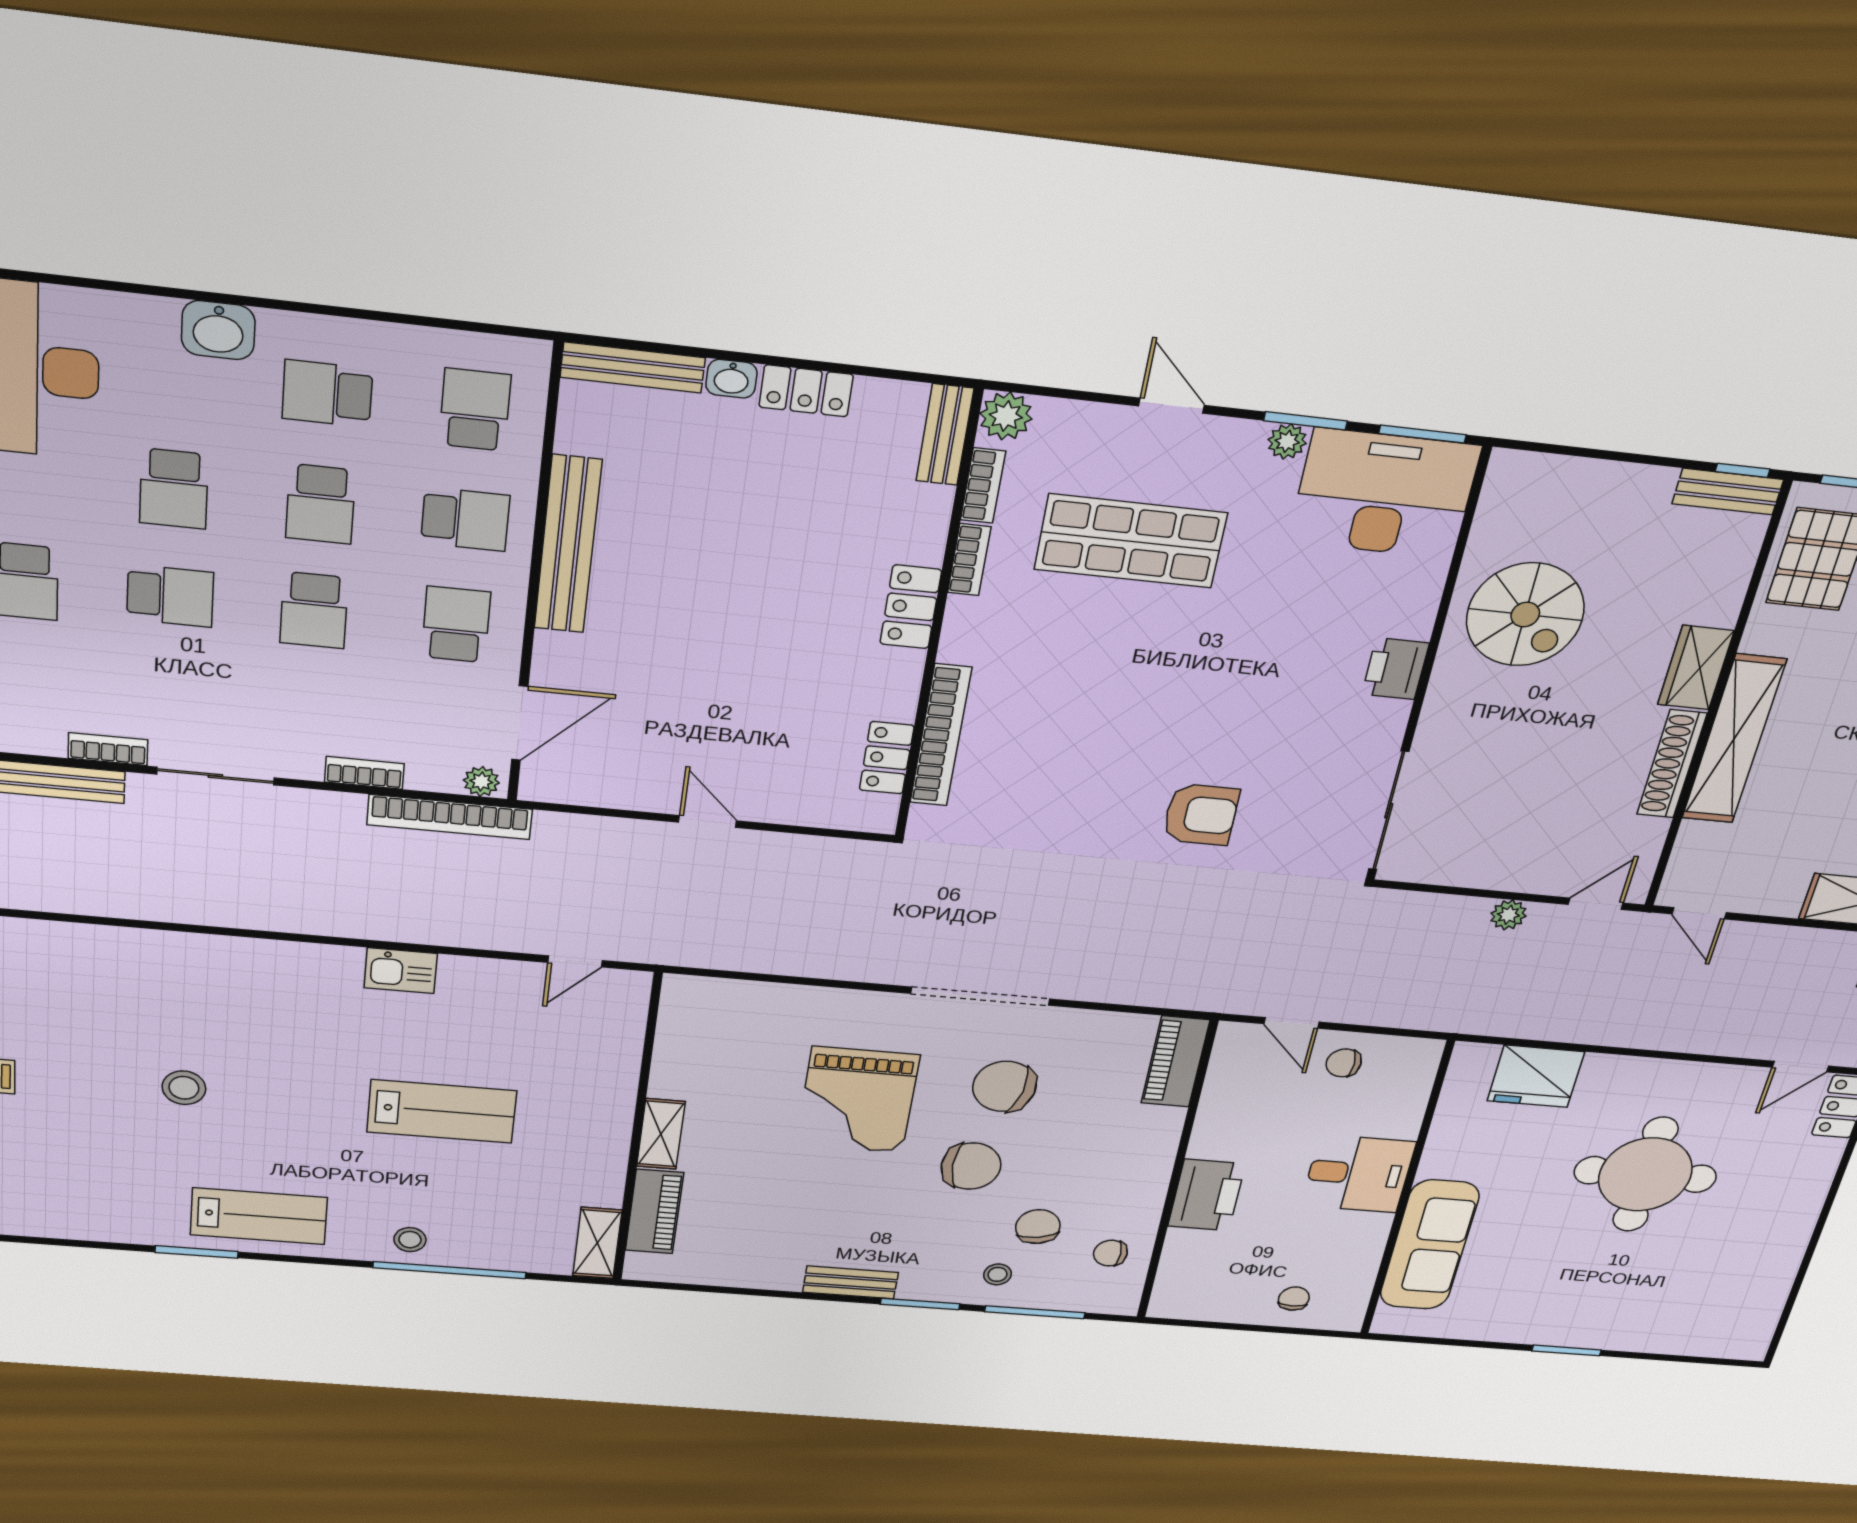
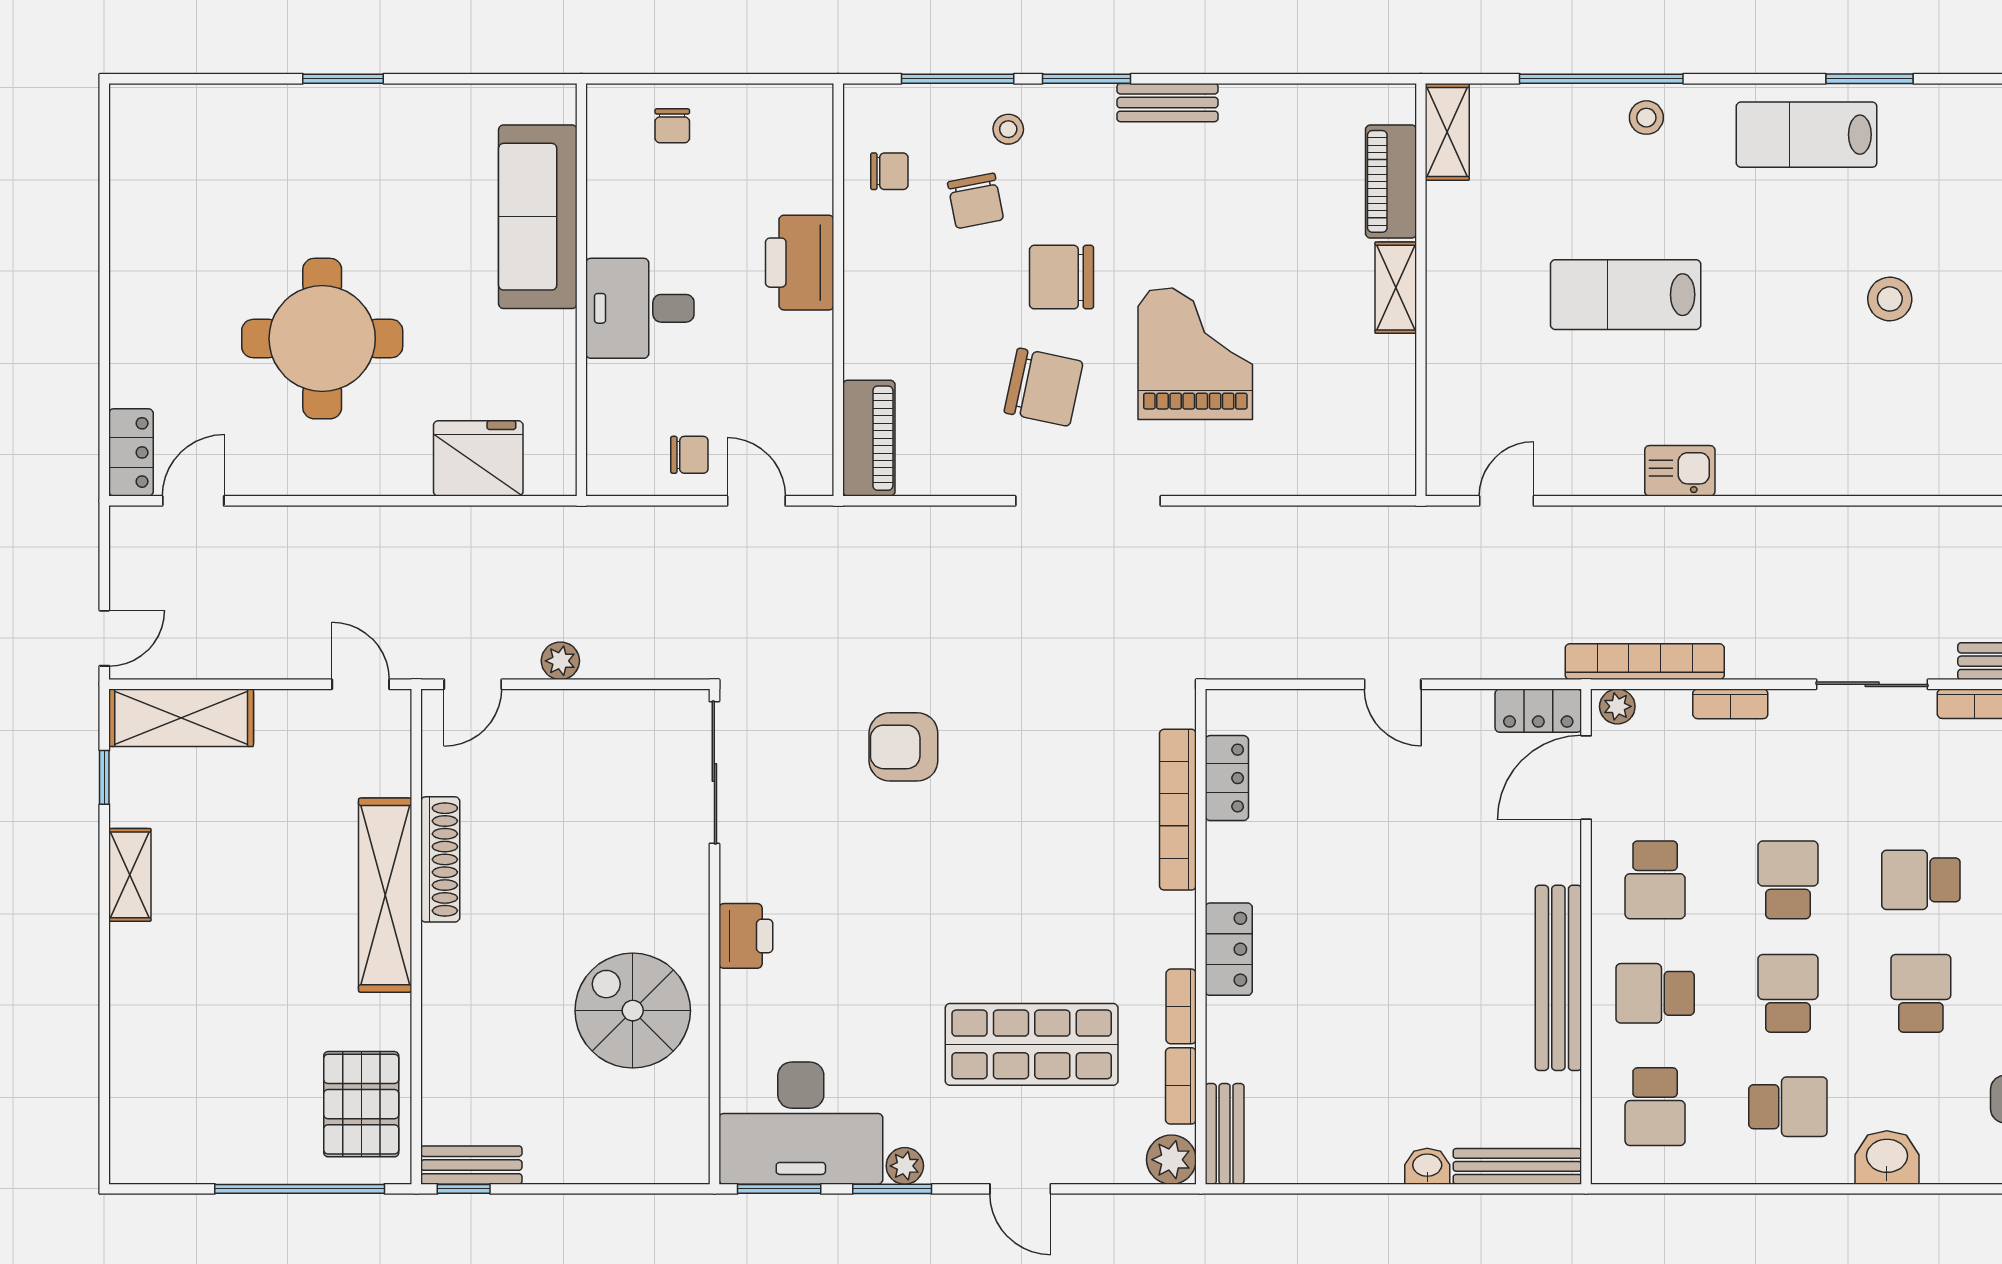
locker: (806, 391) -> (1538, 711), moved, turned 180
wardrobe: (1696, 668) -> (447, 972), removed

